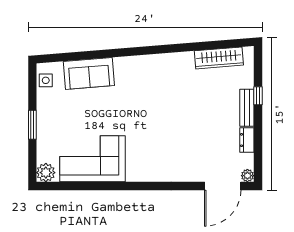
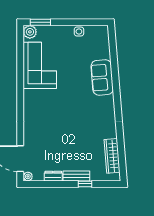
sofa: (89, 73) -> (102, 77), moved
side table: (46, 80) -> (79, 32), moved
window: (32, 125) -> (40, 22), moved

